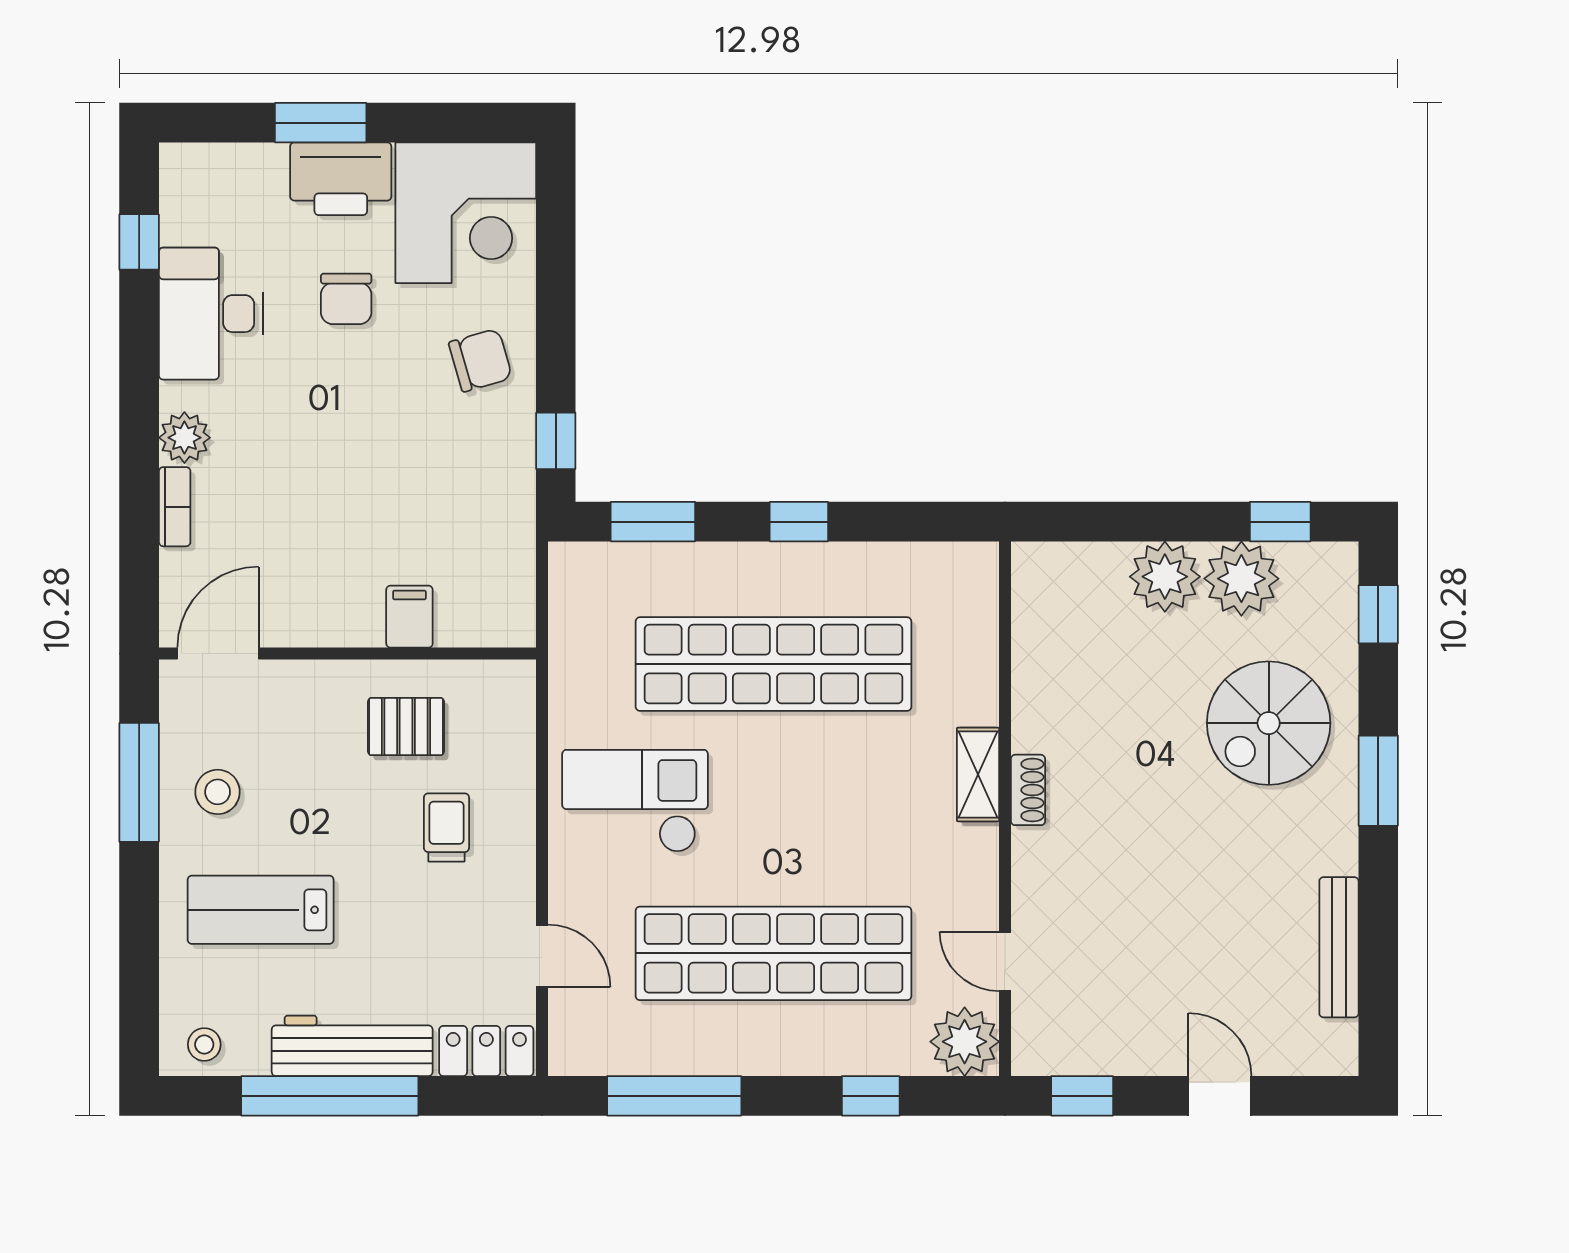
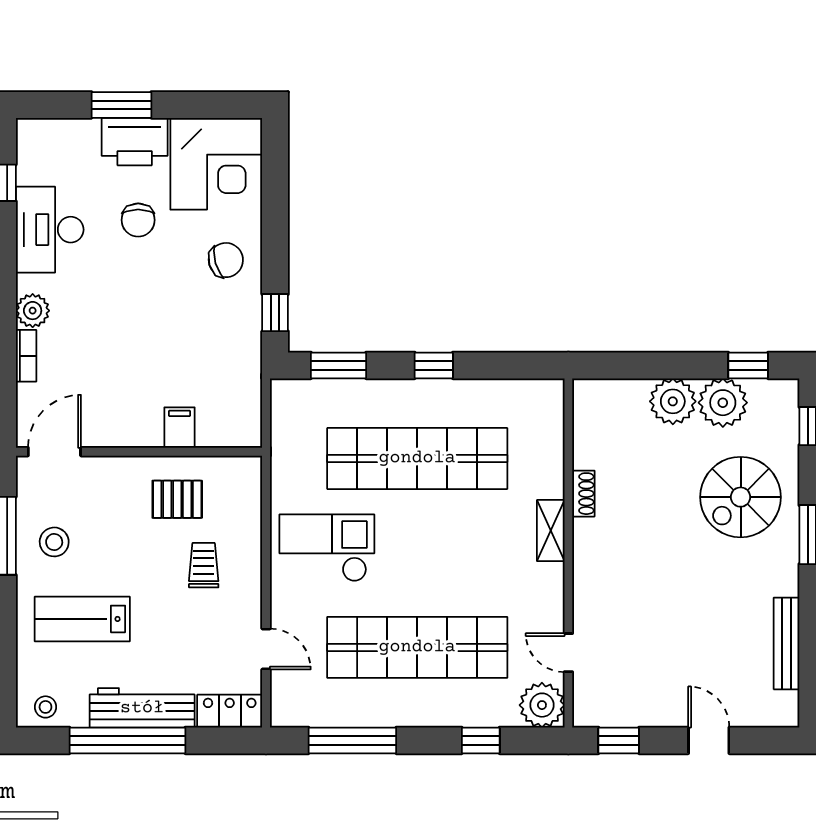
shoe rack: (1028, 790) -> (583, 494), moved

